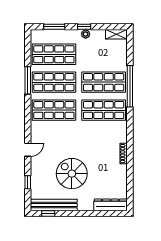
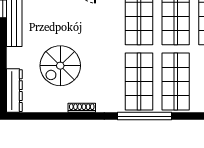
window: (130, 86) -> (144, 116), moved
spiral stairs: (72, 174) -> (60, 66), moved, turned 180

